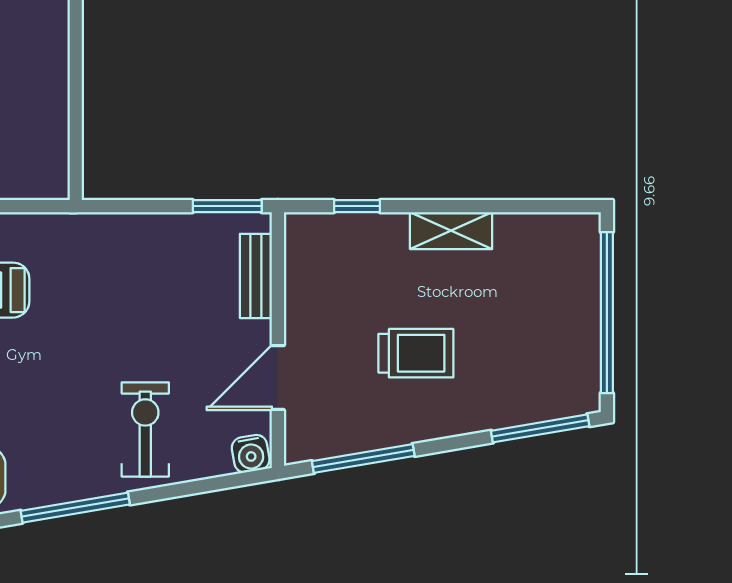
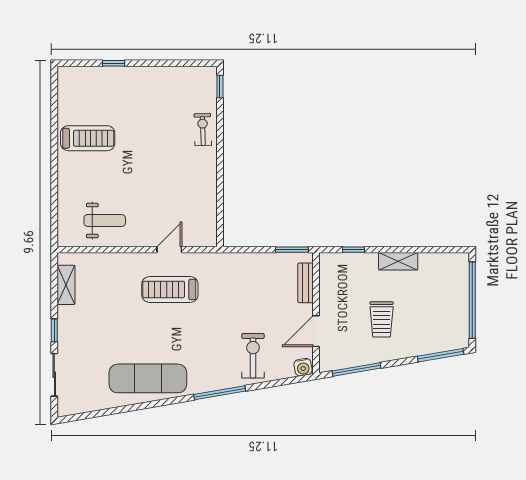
trolley: (416, 353) -> (382, 319), turned 90

